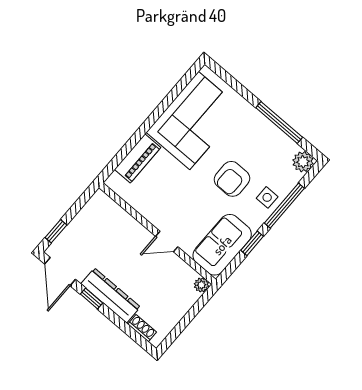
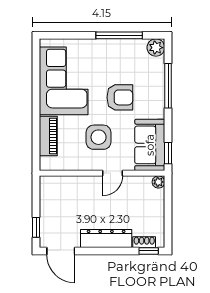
armchair: (232, 179) -> (120, 97), turned -90
side table: (267, 197) -> (99, 137), moved, width x1.87, depth x1.87
window: (252, 243) -> (168, 153), moved
window: (91, 299) -> (149, 251), moved

